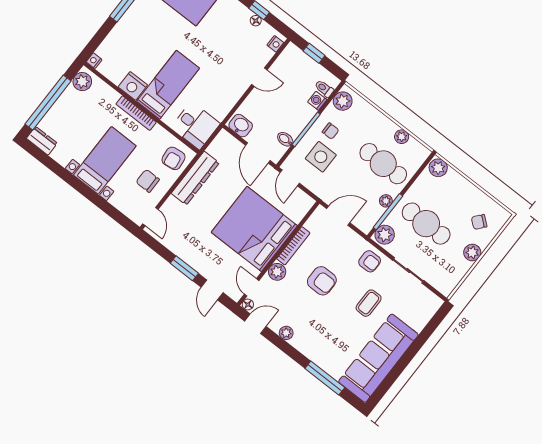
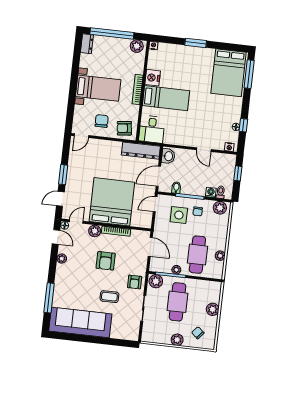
plant: (438, 168) -> (213, 309), moved
dresser: (195, 178) -> (141, 151), moved

